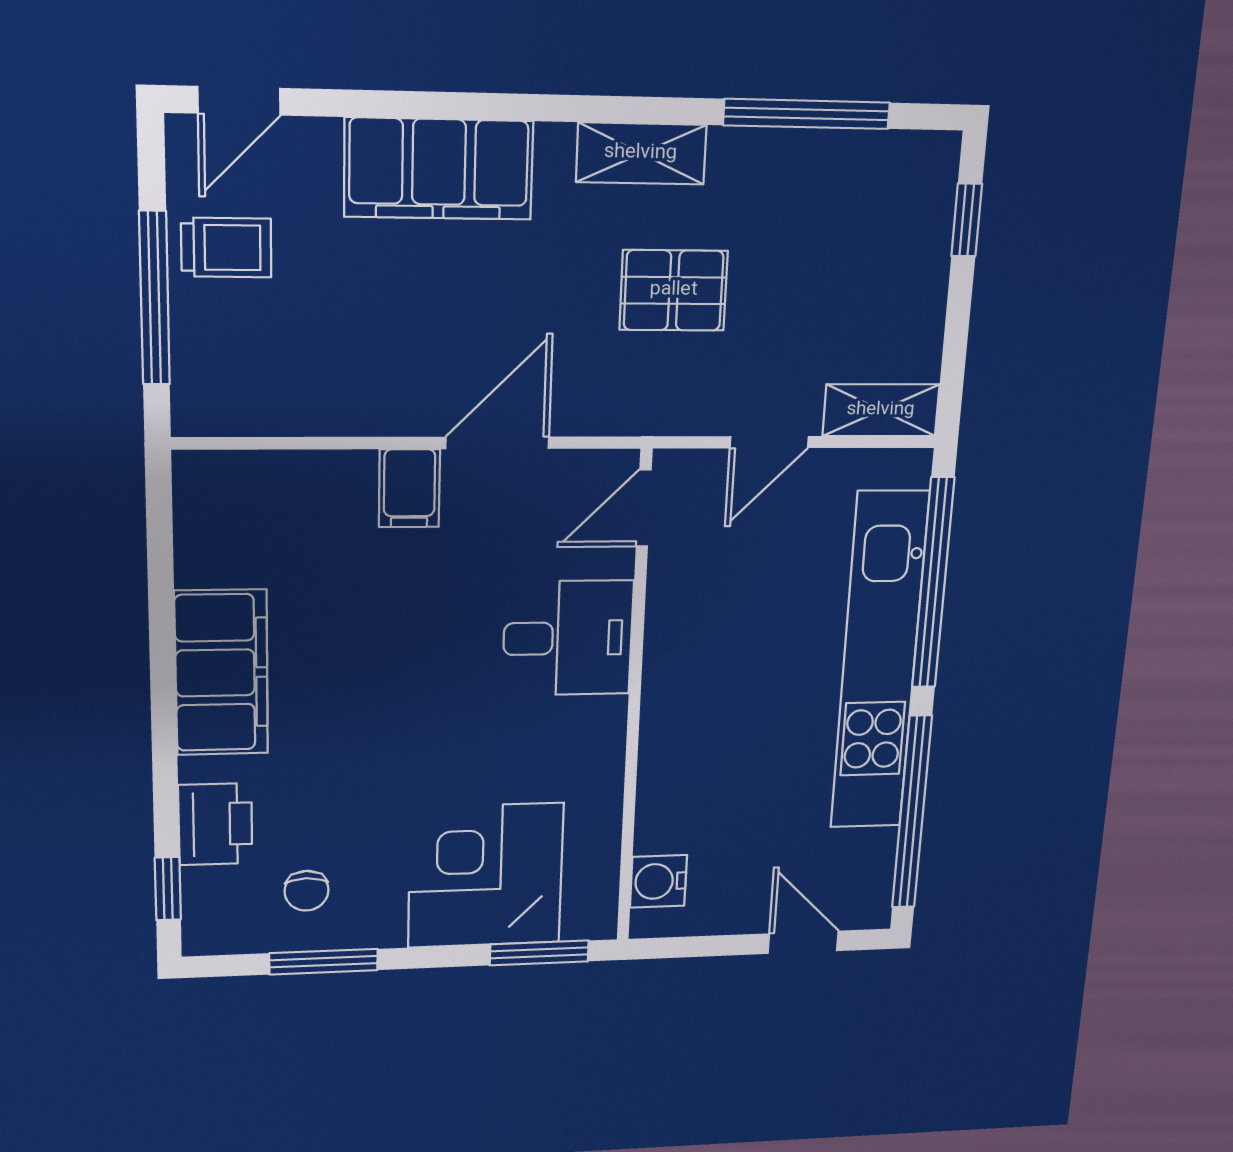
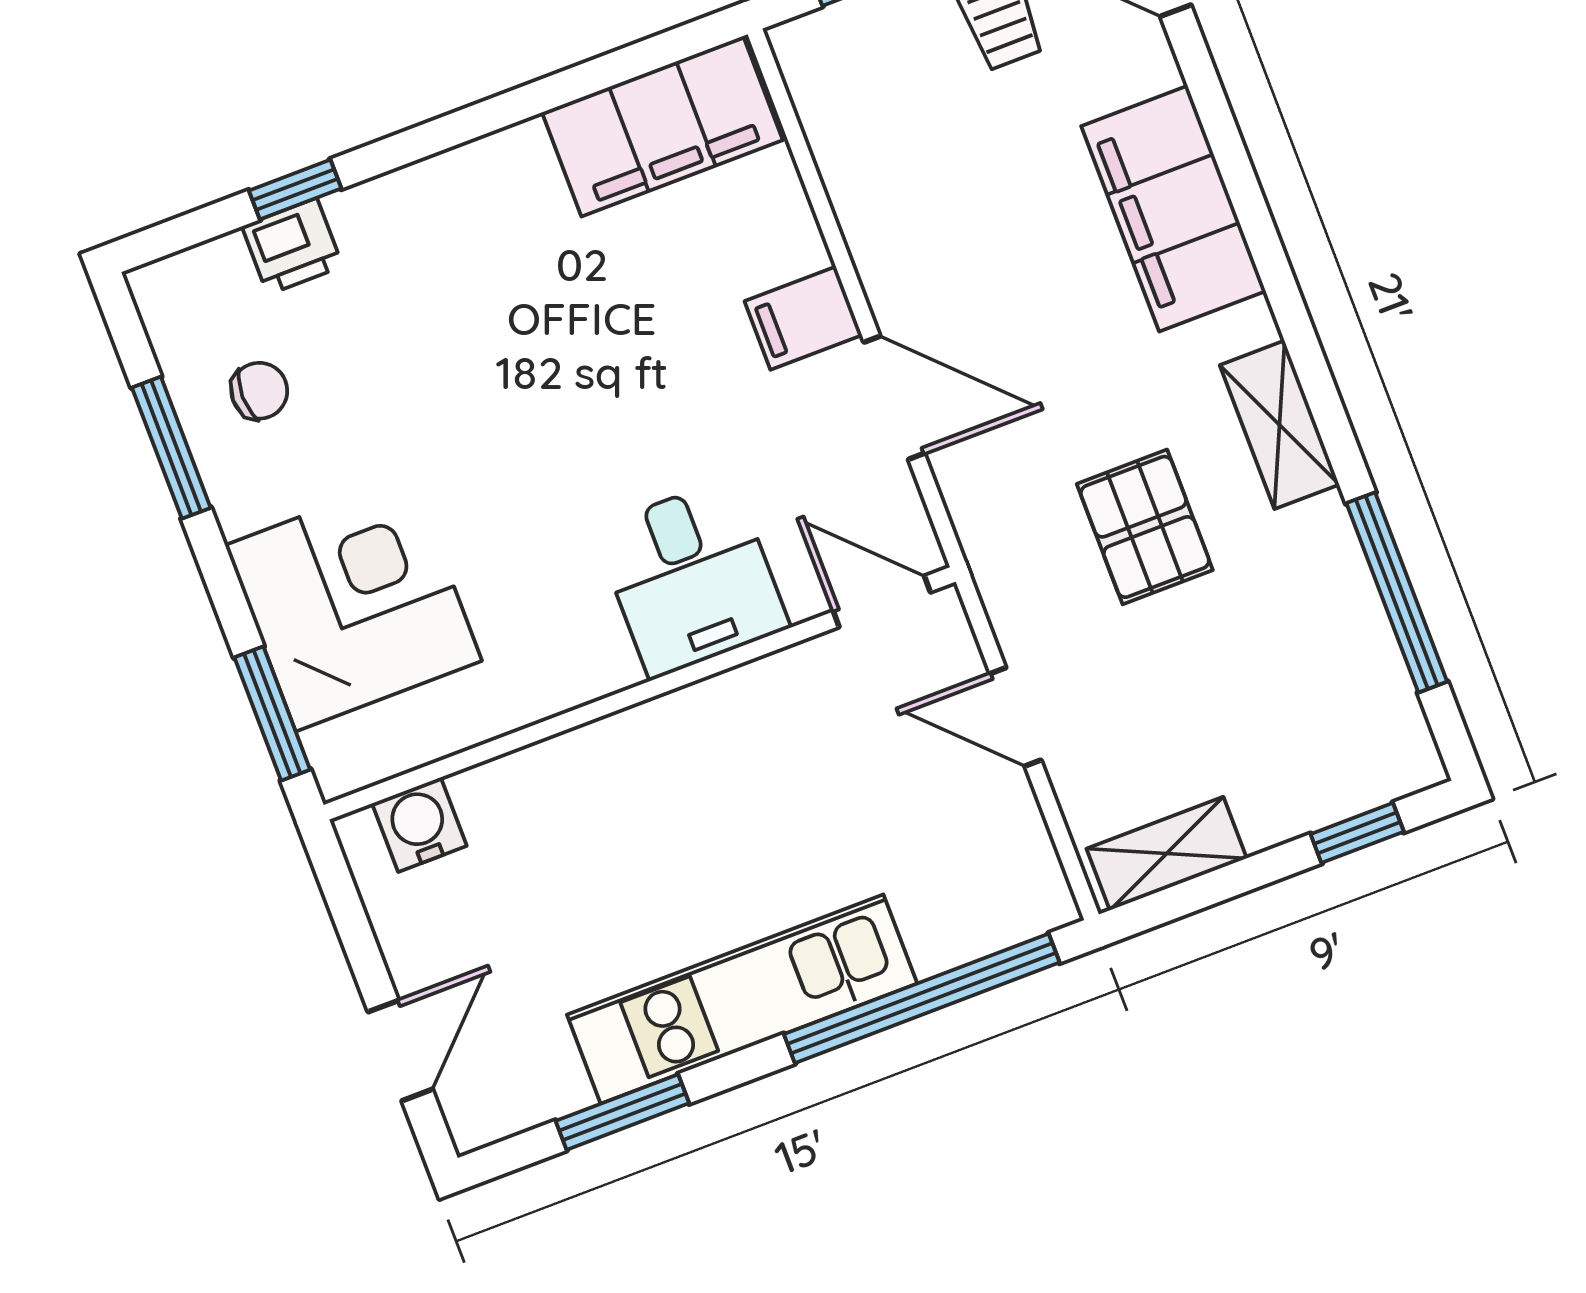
shelving: (881, 410) -> (1167, 854), moved, turned 90
kitchen unit: (879, 662) -> (742, 999), width x0.73
filing cabinet: (222, 673) -> (662, 126), moved
window: (912, 813) -> (622, 1112), width x0.47
printer: (215, 824) -> (292, 246), width x0.73, depth x0.81
window: (168, 889) -> (295, 190), moved
chair: (306, 891) -> (259, 391), turned 180

